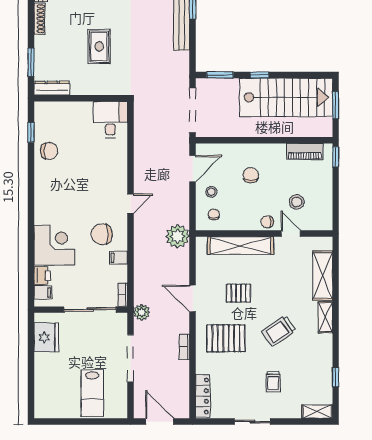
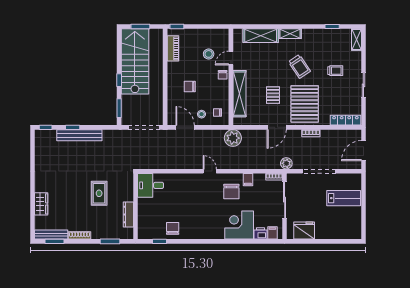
rug: (99, 46) -> (99, 193), turned 90
dresser: (52, 88) -> (128, 214), moved
pallet: (226, 338) -> (305, 104), width x1.37, depth x1.41

